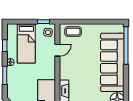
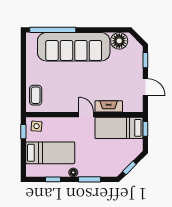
door: (57, 50) -> (86, 115), moved

